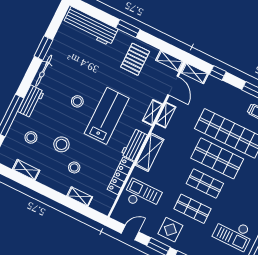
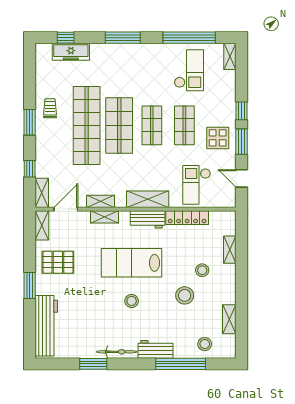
stool: (31, 137) -> (205, 344), moved

